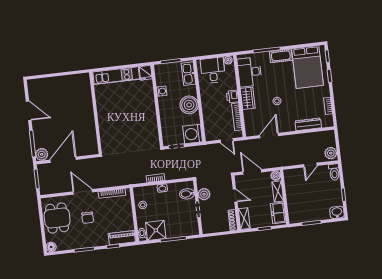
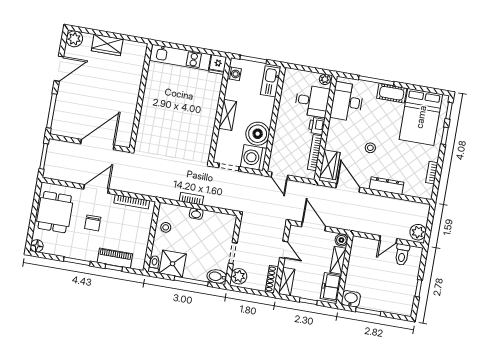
desk: (213, 70) -> (312, 101), moved, turned 90
wardrobe: (59, 83) -> (107, 45), added
washing machine: (162, 91) -> (234, 74), moved
wardrobe: (248, 98) -> (330, 165), moved
boiler: (189, 105) -> (258, 134), moved
shelving: (164, 108) -> (228, 115), added
door: (29, 111) -> (59, 69), hinge flipped
dresser: (308, 124) -> (387, 186), moved
door: (269, 136) -> (348, 188), hinge flipped
door: (227, 141) -> (280, 176), moved
plant: (42, 154) -> (74, 39), moved
door: (63, 160) -> (97, 144), moved
toilet: (334, 172) -> (402, 255), moved
door: (83, 192) -> (96, 189), hinge flipped
bidet: (187, 194) -> (217, 276), moved
plant: (204, 194) -> (239, 276), moved
washbasin: (337, 212) -> (351, 299), moved
piano: (122, 238) -> (115, 258), moved

